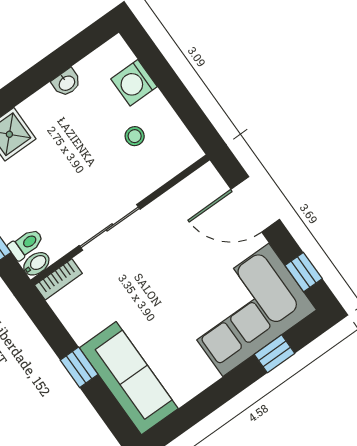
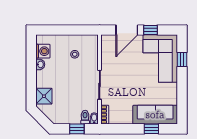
washing machine: (134, 83) -> (43, 51), moved, turned -90
window: (304, 272) -> (150, 30), moved
window: (79, 367) -> (151, 129), moved

